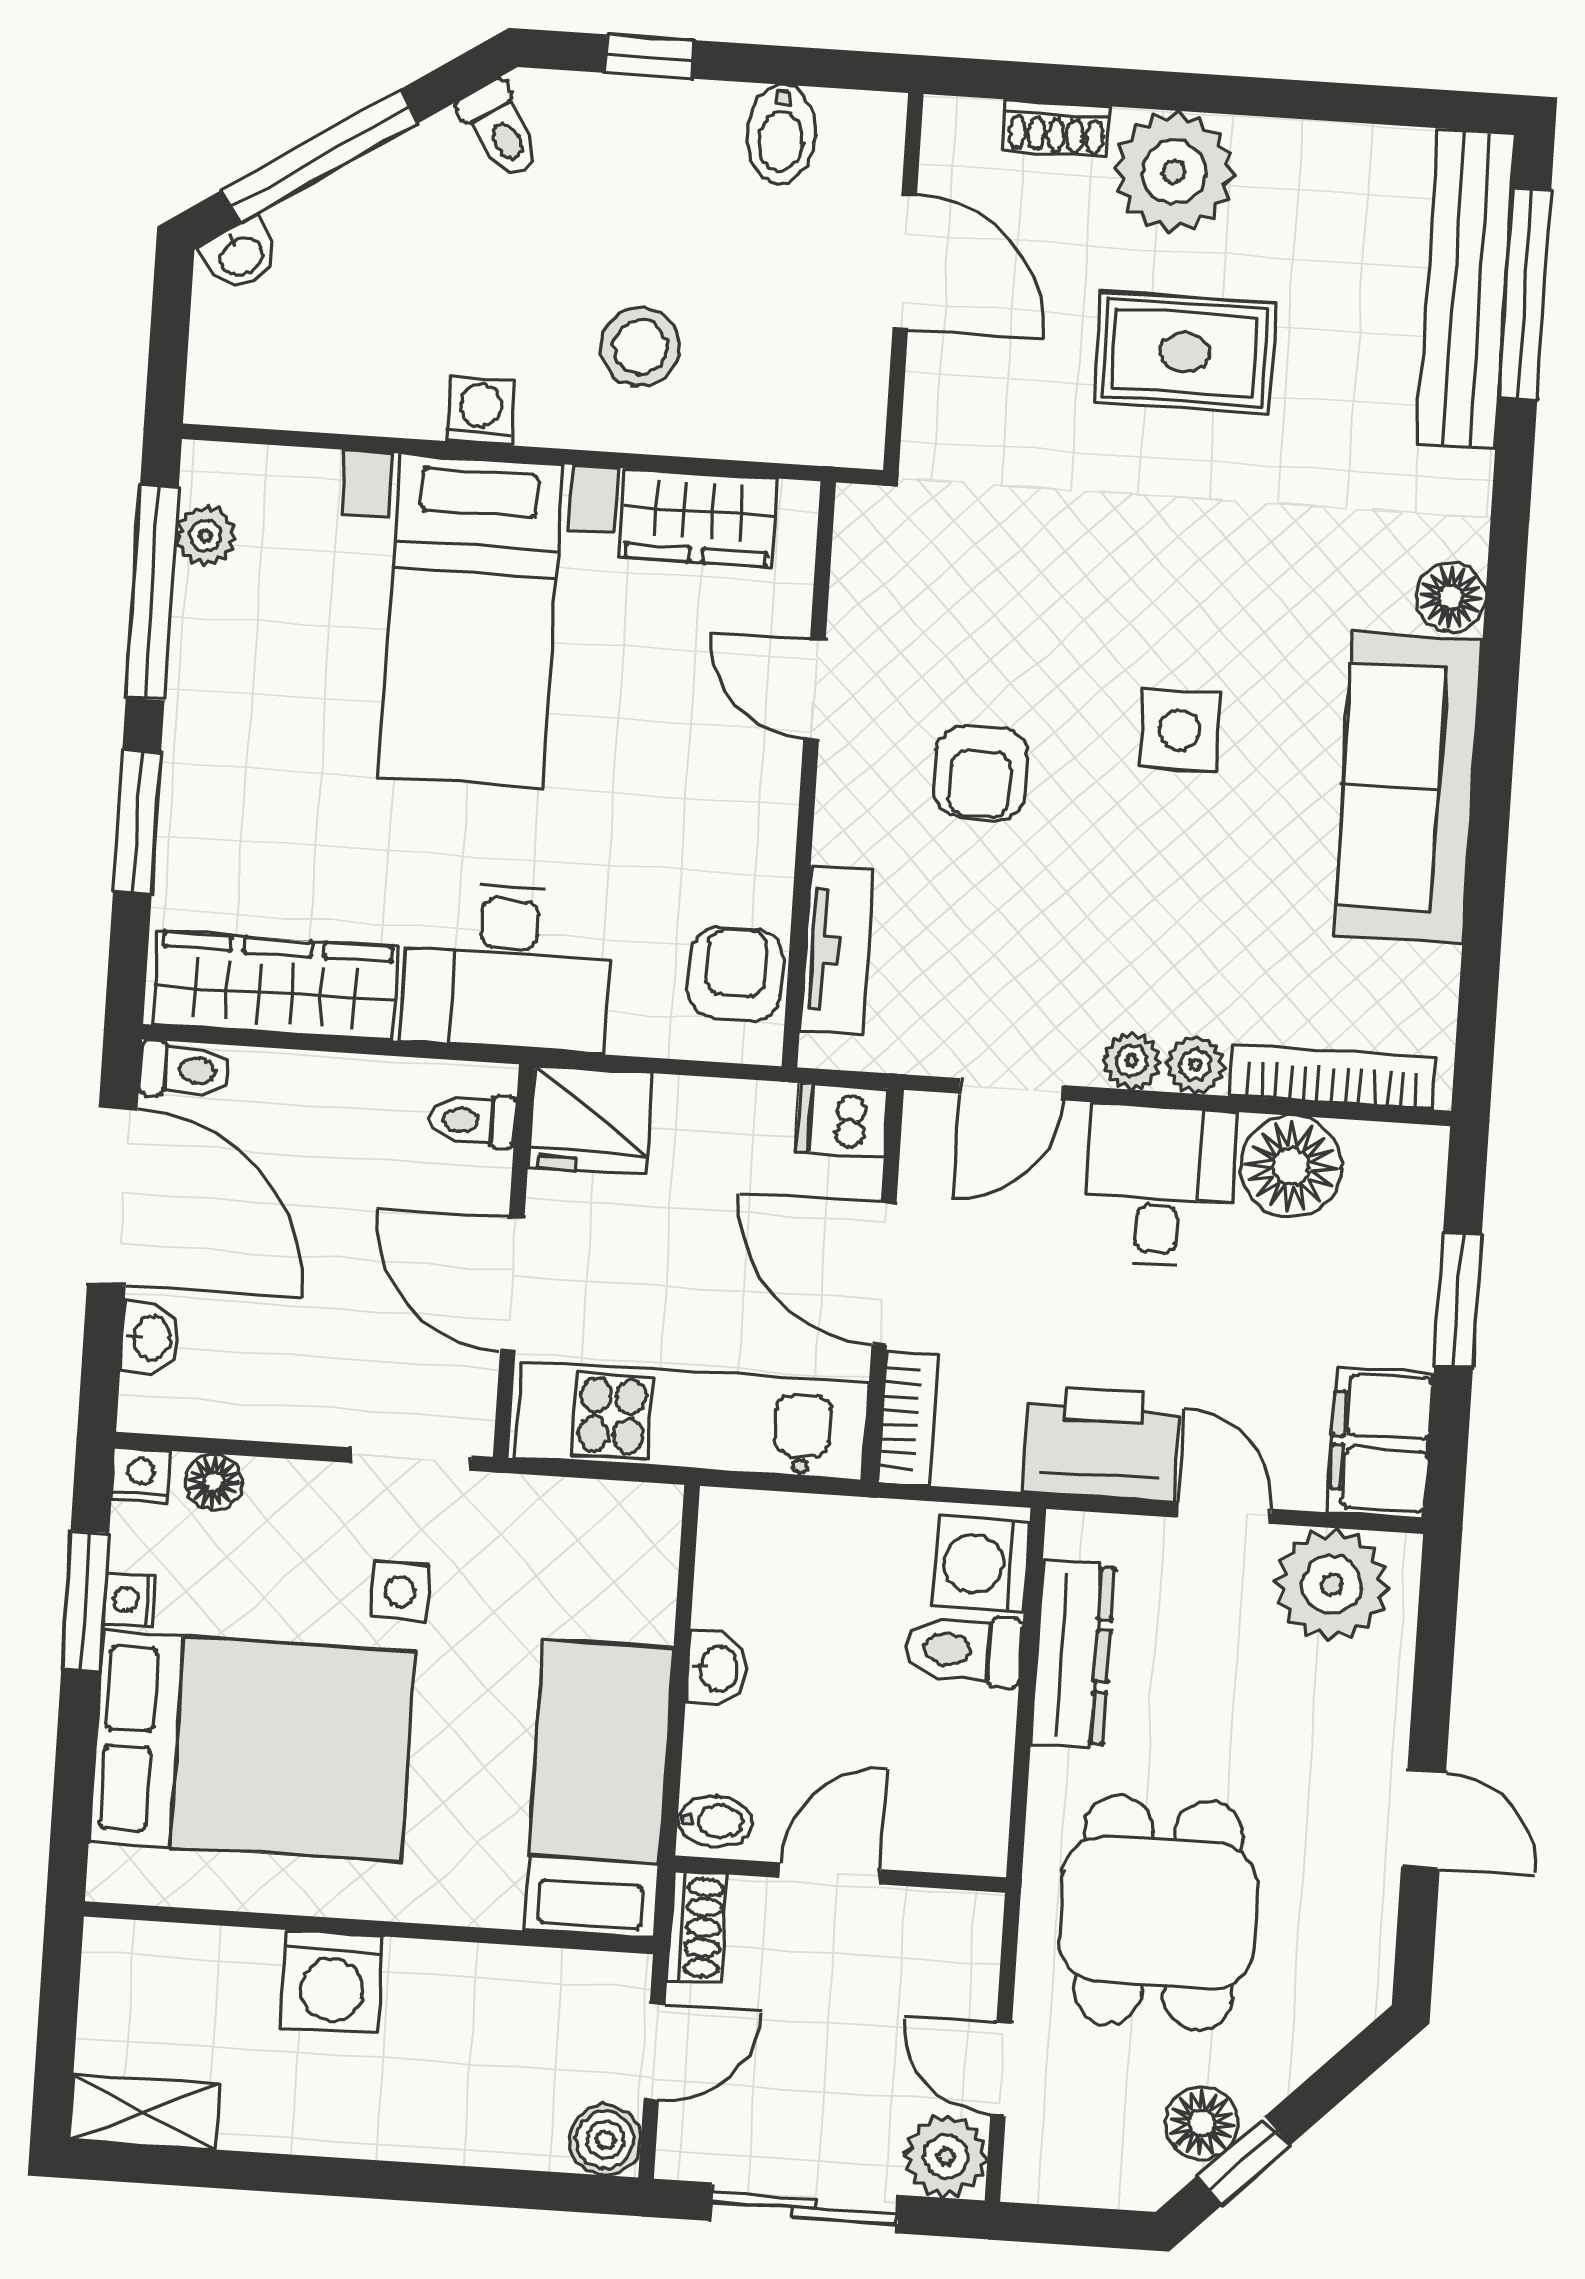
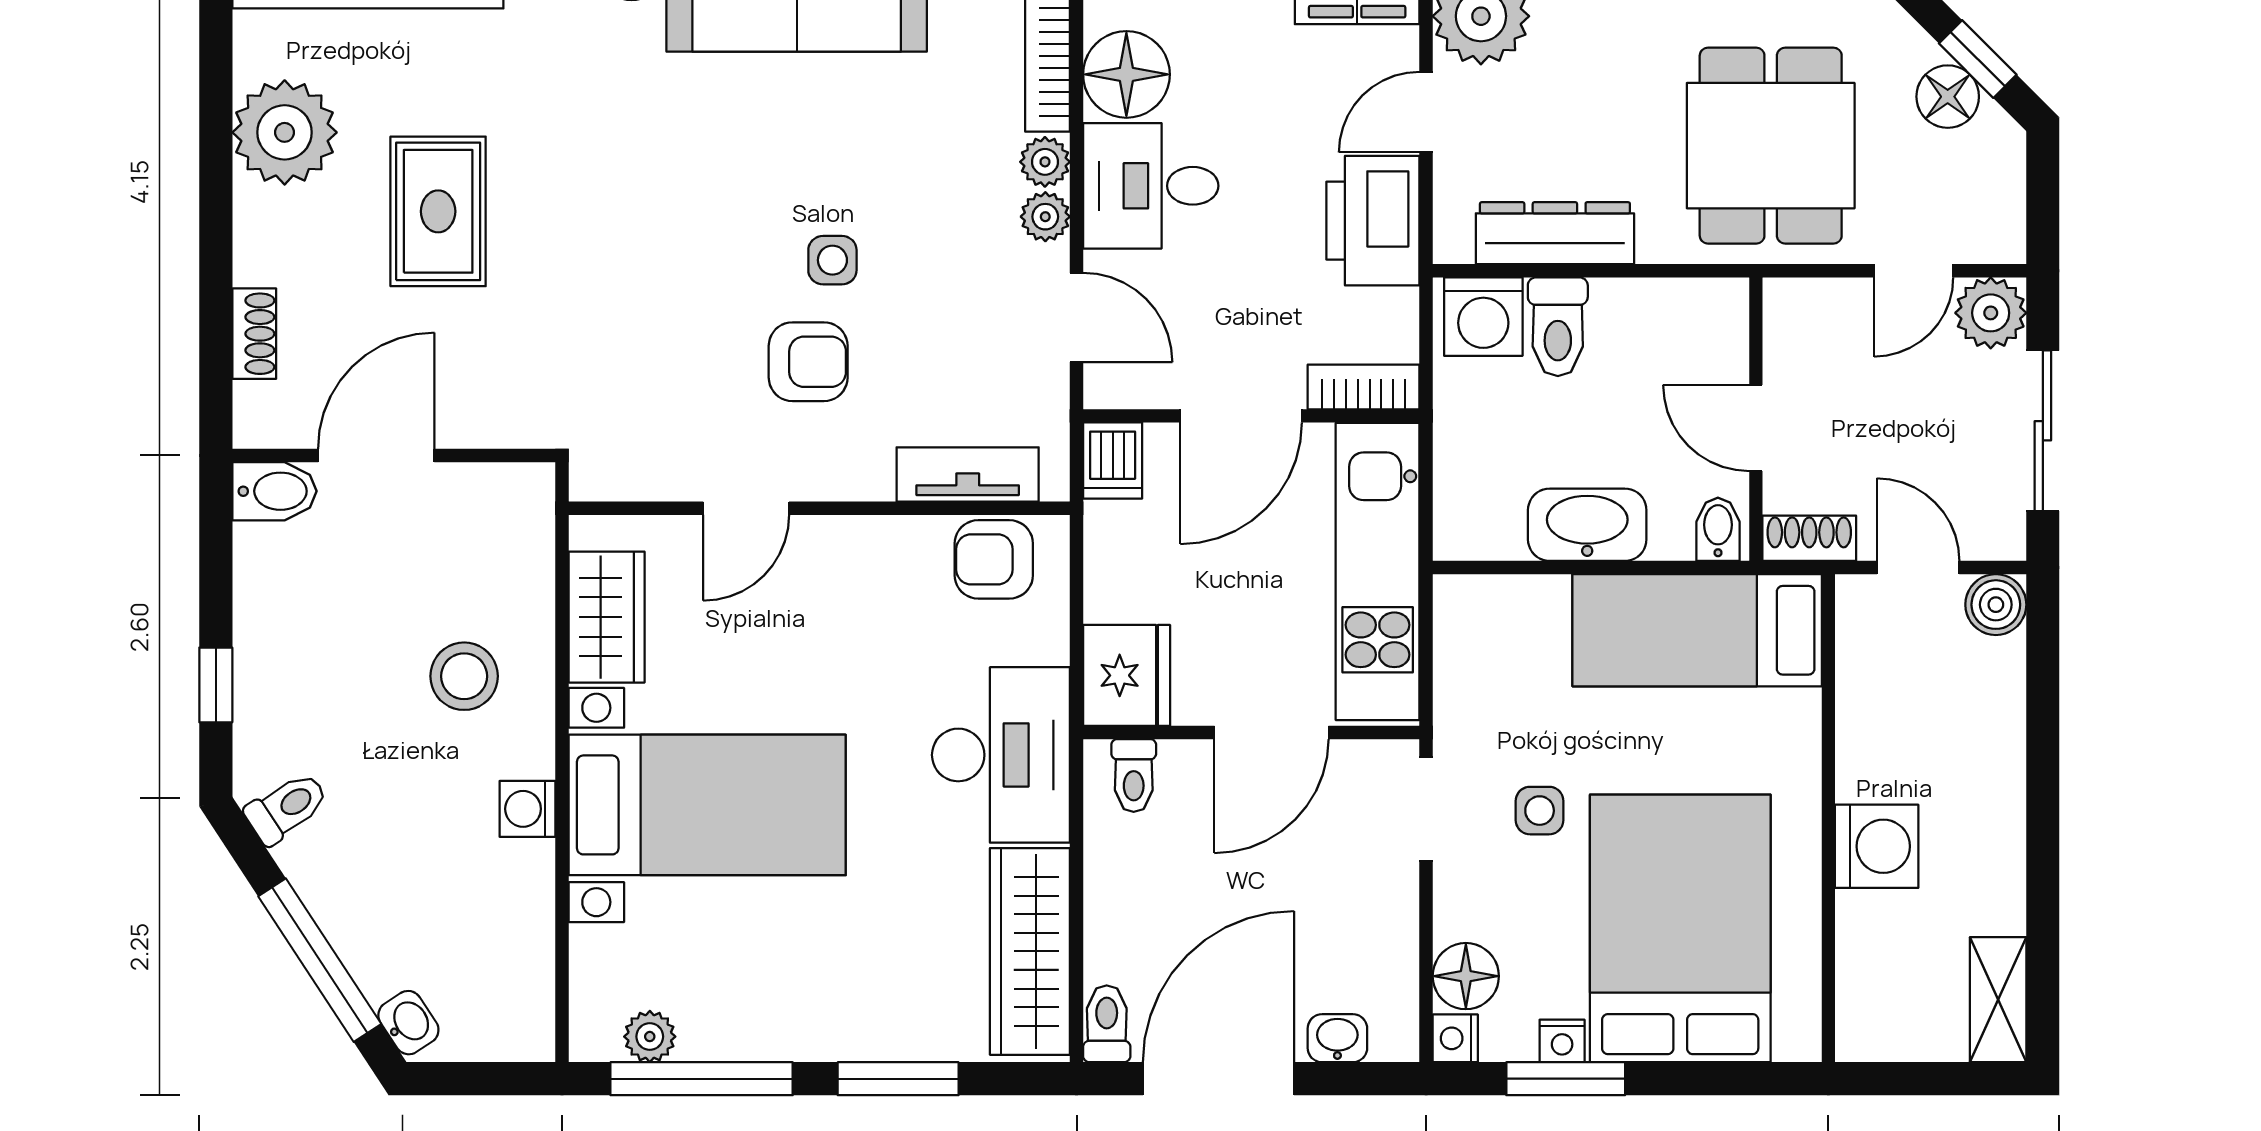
bidet: (781, 134) -> (275, 491), moved
plant: (1174, 172) -> (285, 132), moved
side table: (1180, 730) -> (832, 260), moved, width x0.73, depth x0.73
floor lamp: (213, 1482) -> (1466, 976), width x1.37, depth x1.37
washbasin: (717, 1668) -> (1587, 525), width x1.91, depth x1.45
dining table: (1158, 1913) -> (1771, 146), turned 90

